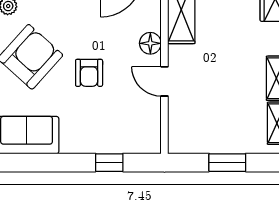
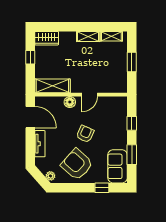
armchair: (89, 73) -> (85, 134), turned -66
window: (49, 163) -> (132, 155), added

